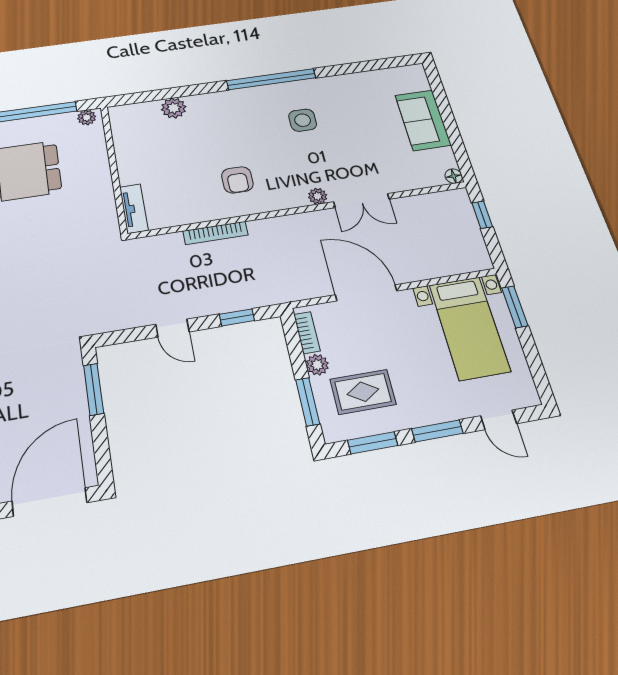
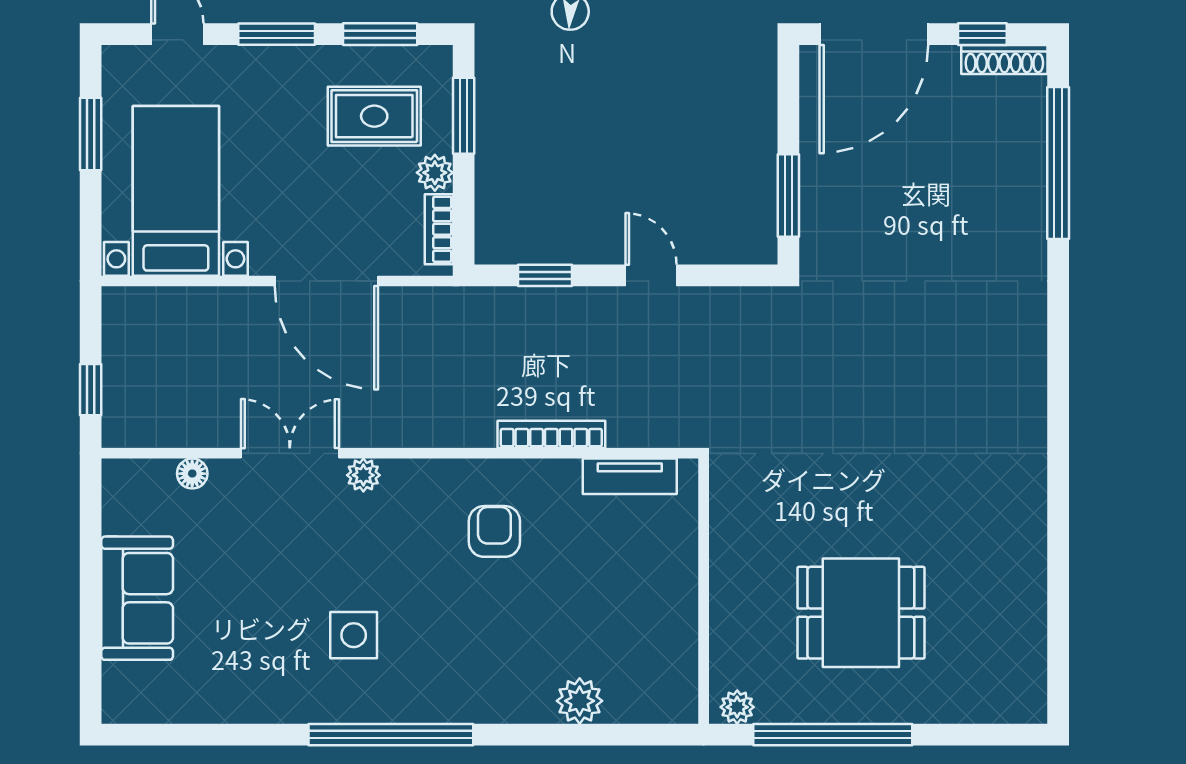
floor lamp: (454, 176) -> (192, 474), moved
tv unit: (134, 209) -> (630, 476), moved, turned -90
window: (515, 307) -> (91, 134), moved

